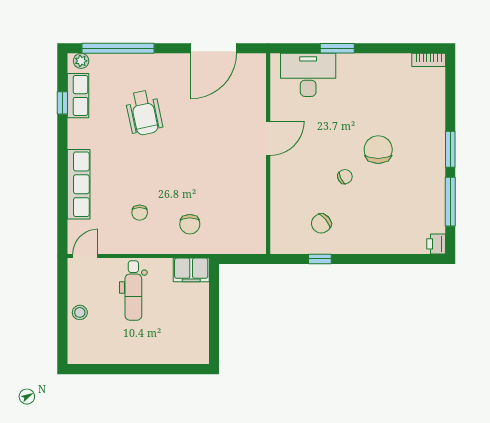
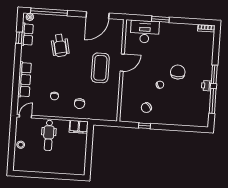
coffee table: (226, 151) -> (100, 68), added
printer: (436, 244) -> (206, 86), moved

